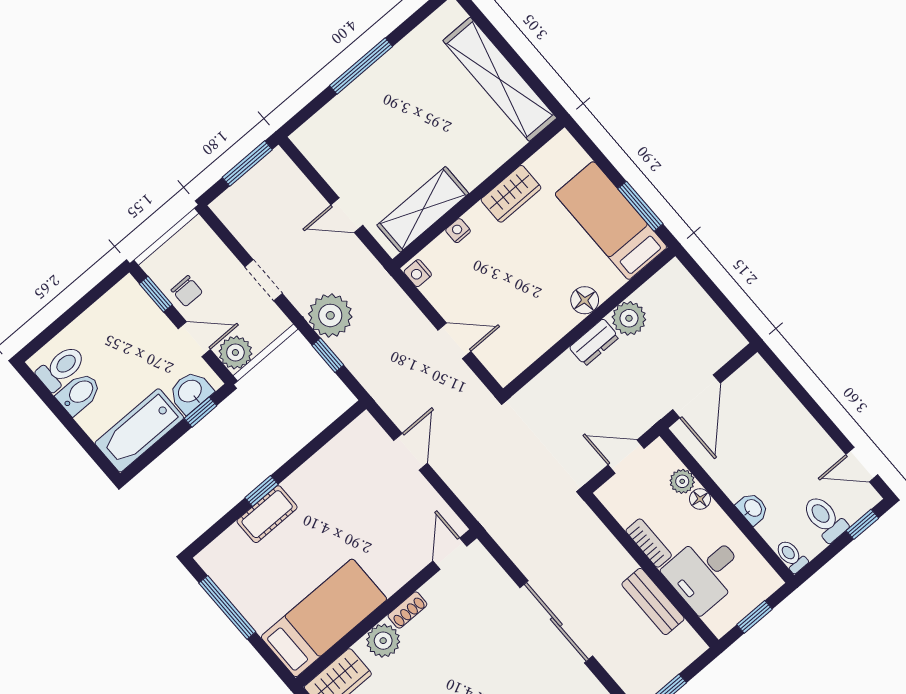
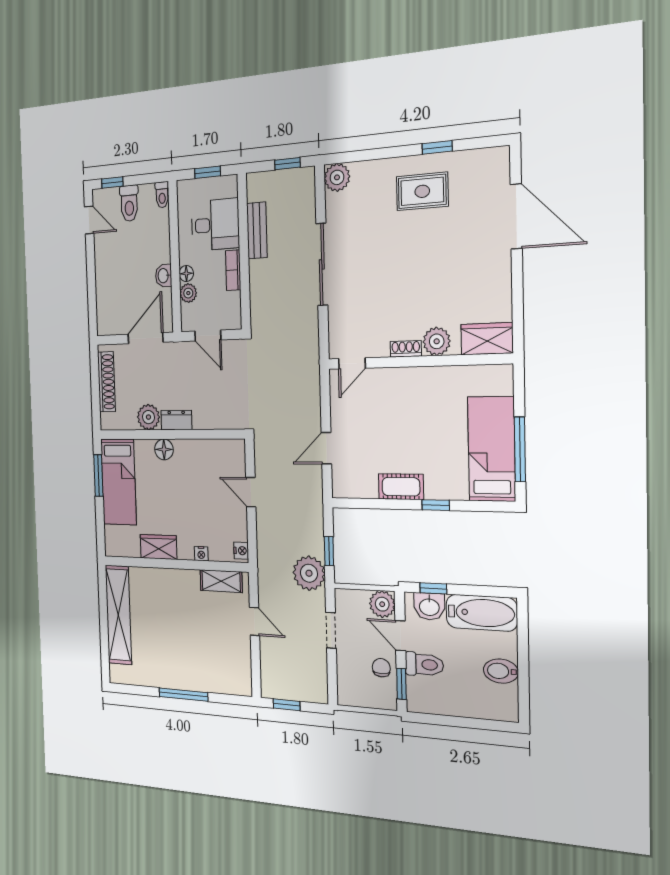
window: (247, 163) -> (287, 705), width x0.67
shelving: (423, 209) -> (221, 581), width x0.67, depth x0.75
shoe rack: (708, 313) -> (106, 382), added
toilet: (61, 368) -> (424, 664), moved, turned 180
washbasin: (753, 508) -> (164, 276), moved
cot: (267, 514) -> (401, 487), moved
bed: (324, 618) -> (492, 449), moved, turned 90

